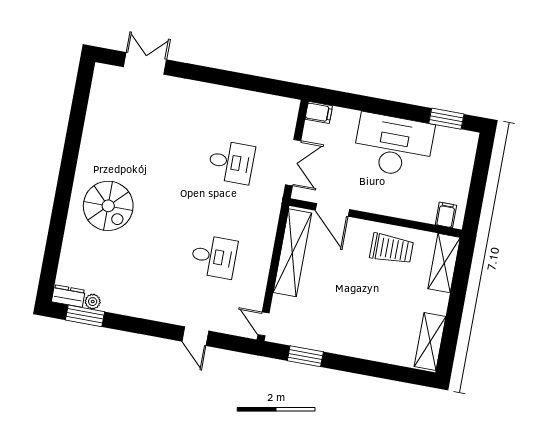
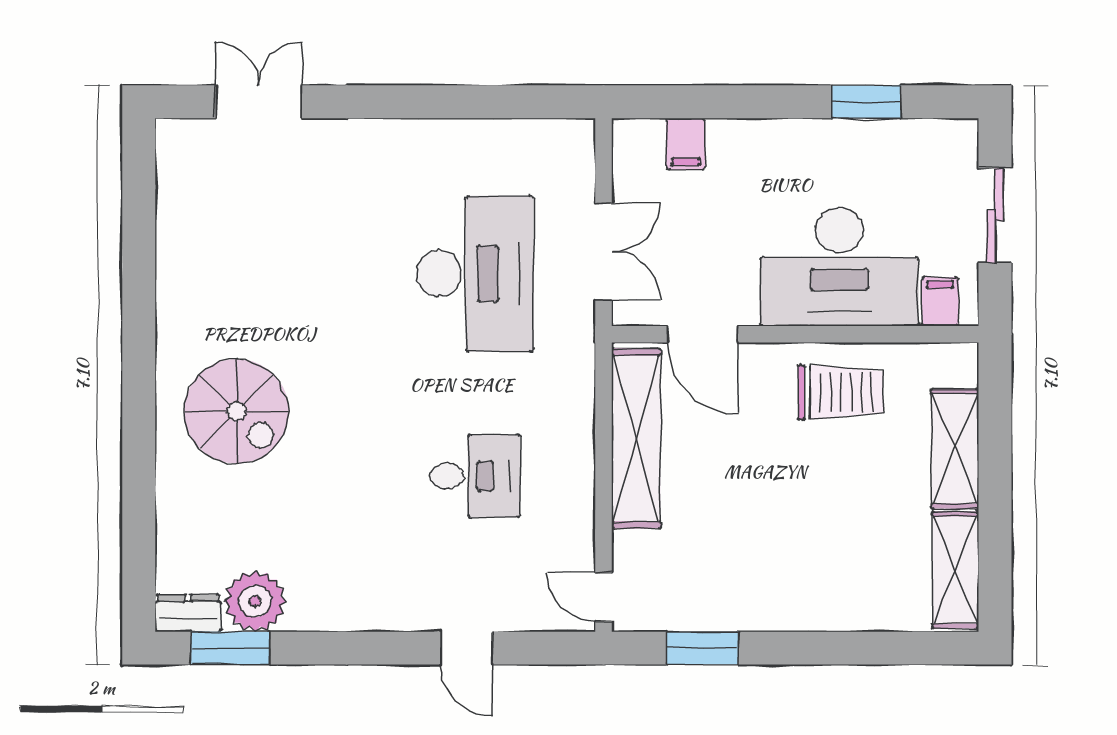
filing cabinet: (319, 112) -> (686, 144), moved, turned 90
window: (446, 119) -> (866, 102), moved
desk: (393, 145) -> (839, 267), moved, turned 180
desk: (231, 162) -> (475, 274), width x1.87, depth x1.30
sliding door: (479, 179) -> (995, 215), added
shelving: (444, 263) -> (955, 449), moved
plant: (93, 302) -> (255, 601), width x1.88, depth x1.88

